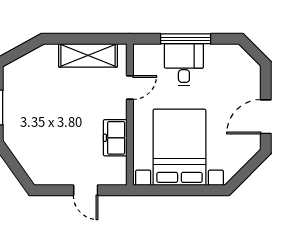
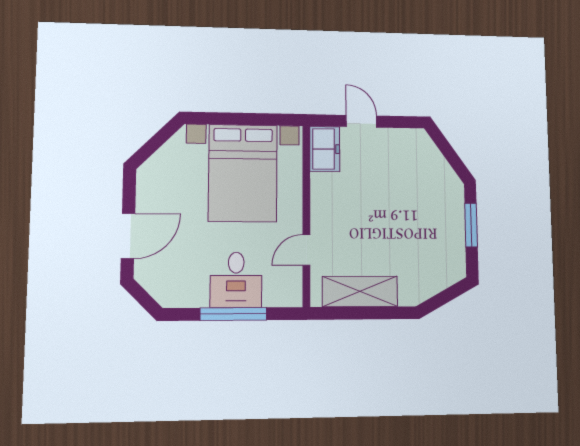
door: (266, 117) -> (128, 236), moved
freezer: (115, 138) -> (325, 149), moved

